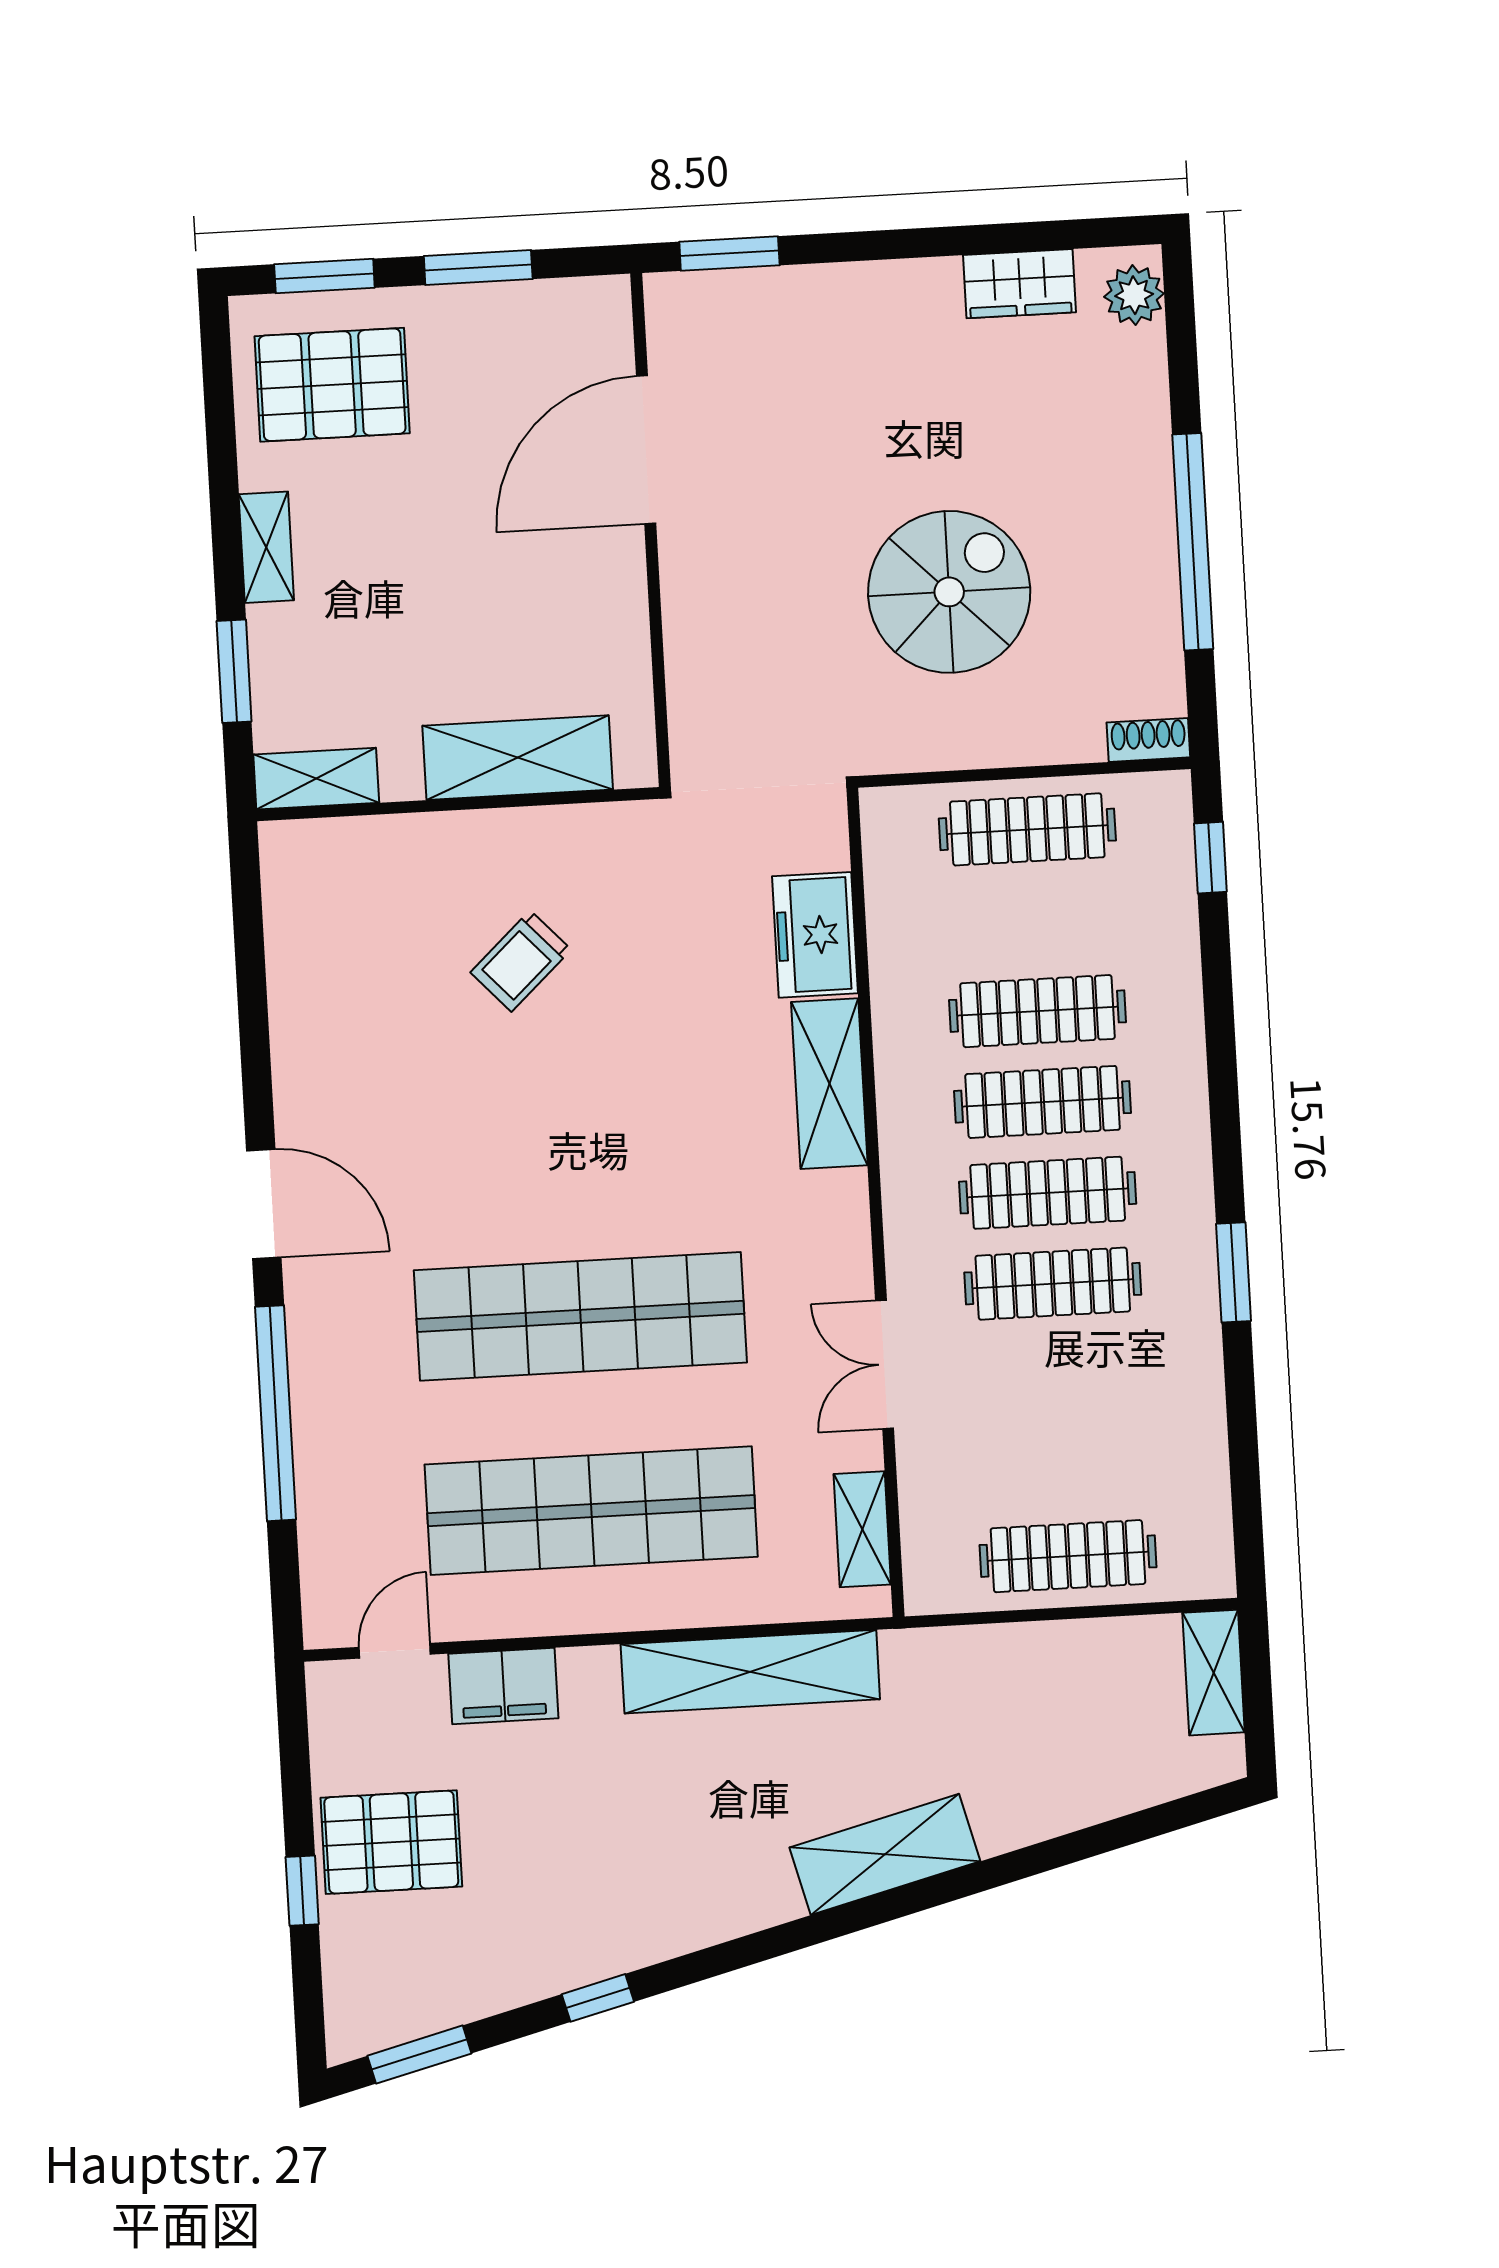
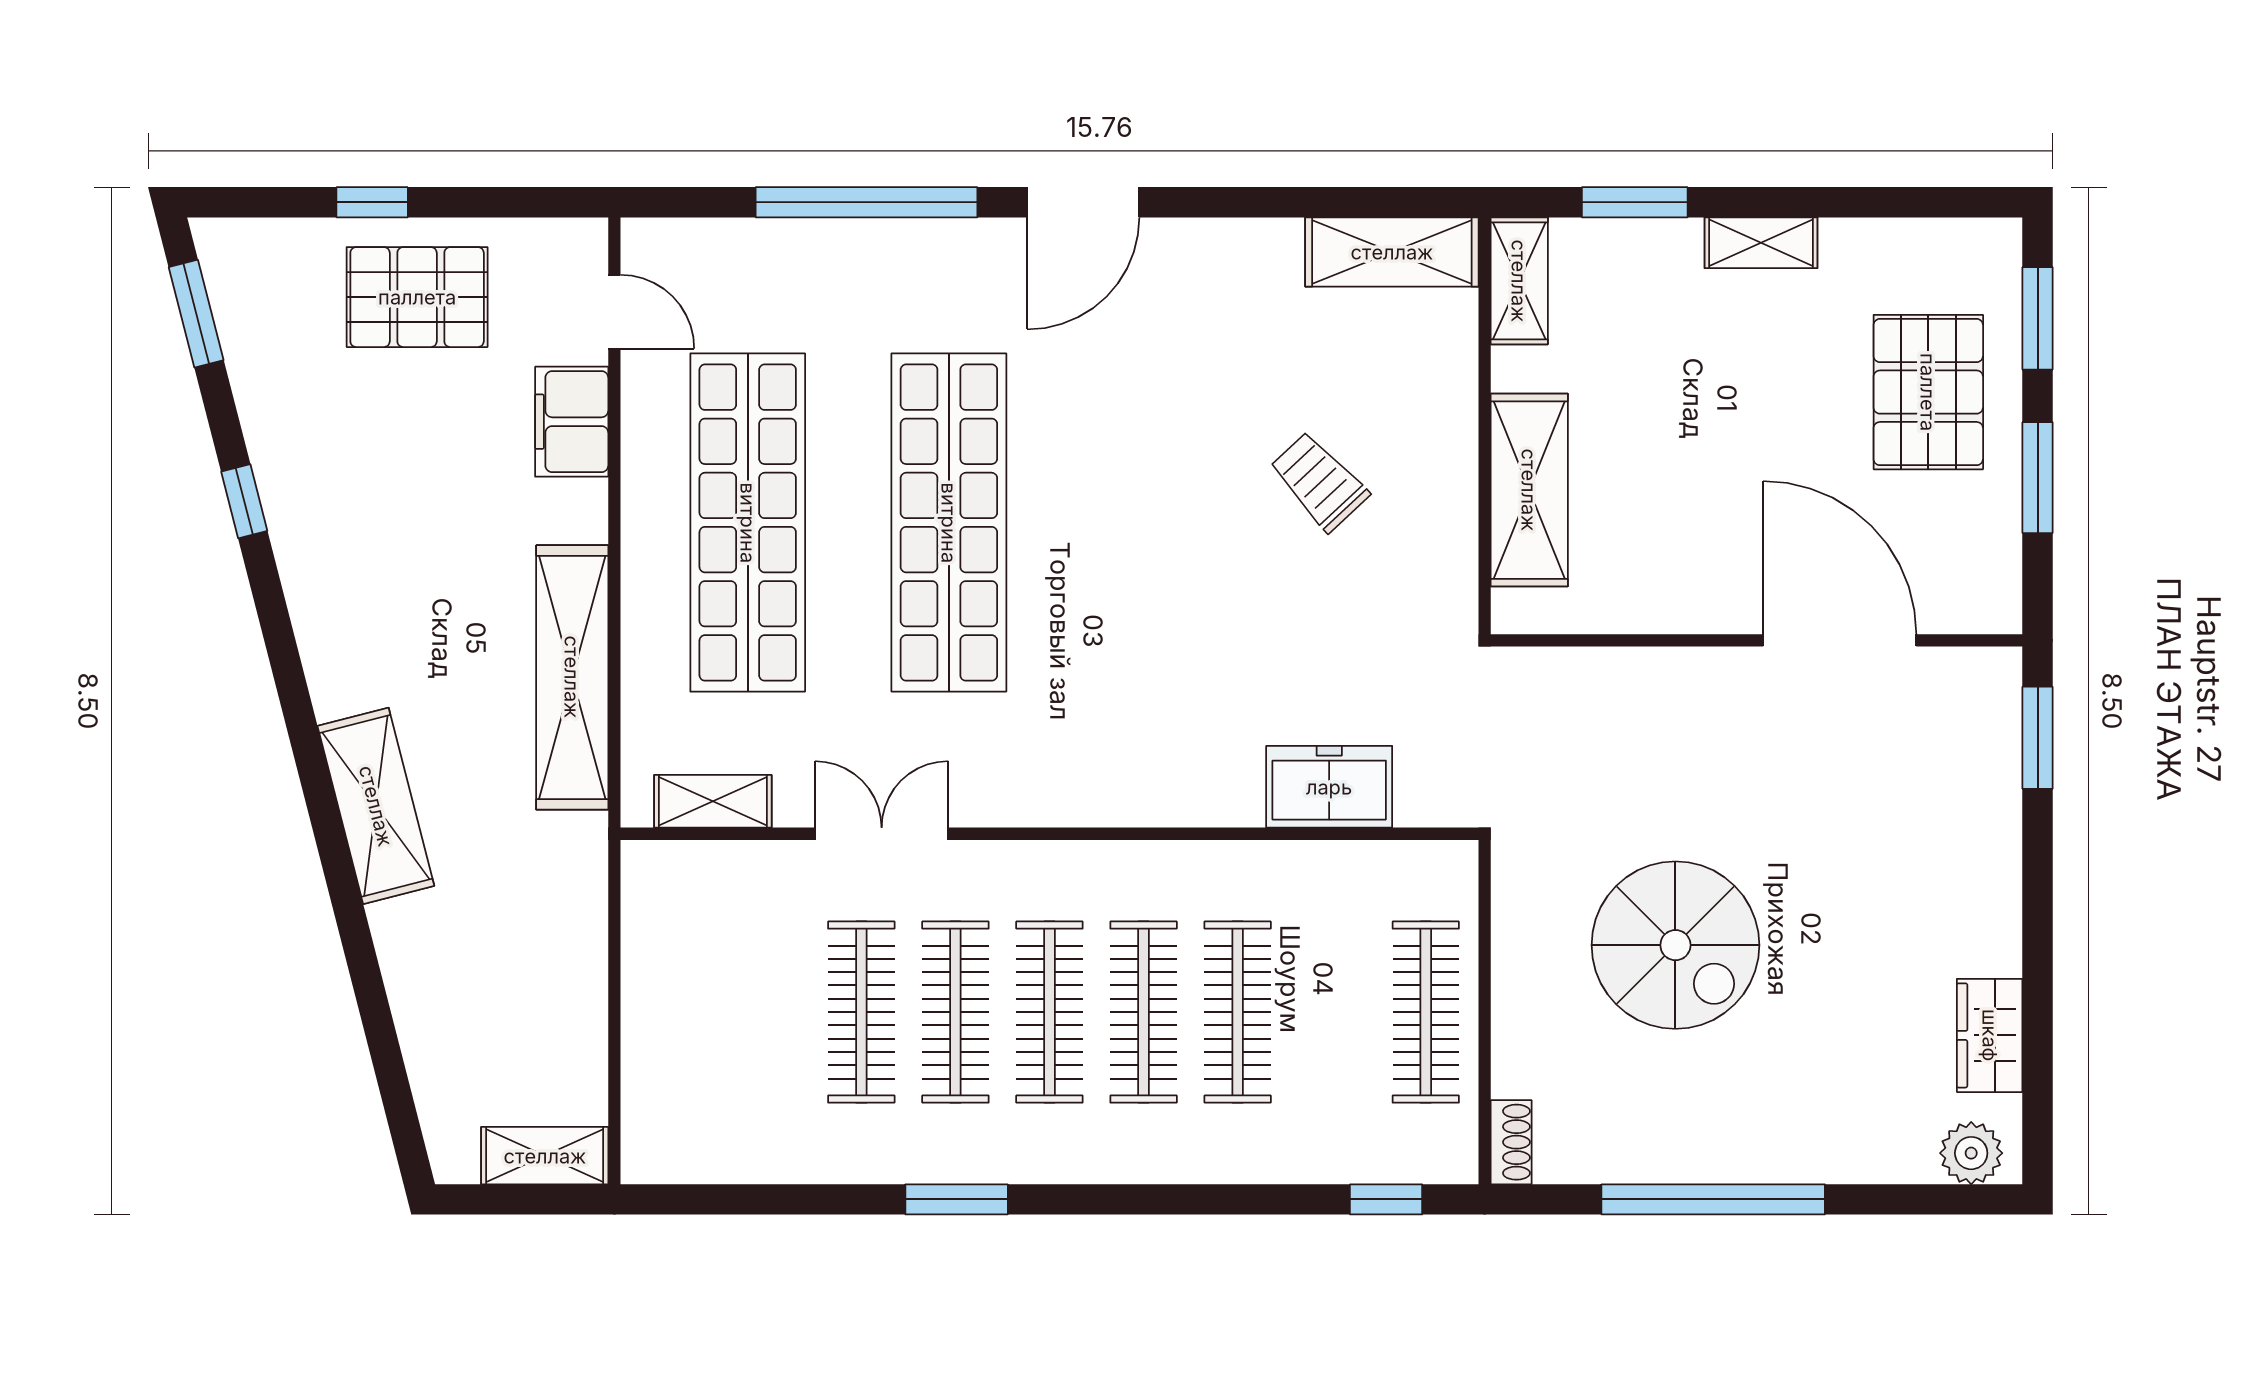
pallet: (332, 385) -> (1928, 392), moved
shelving: (829, 1084) -> (1392, 252), moved
clothes rail: (1068, 1556) -> (861, 1012), moved
pallet: (391, 1842) -> (417, 297), turned 90

